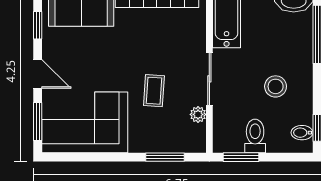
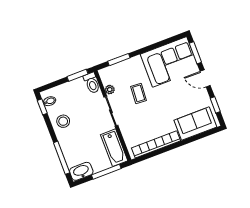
stool: (276, 86) -> (63, 121), moved
toilet: (255, 136) -> (92, 83), moved

